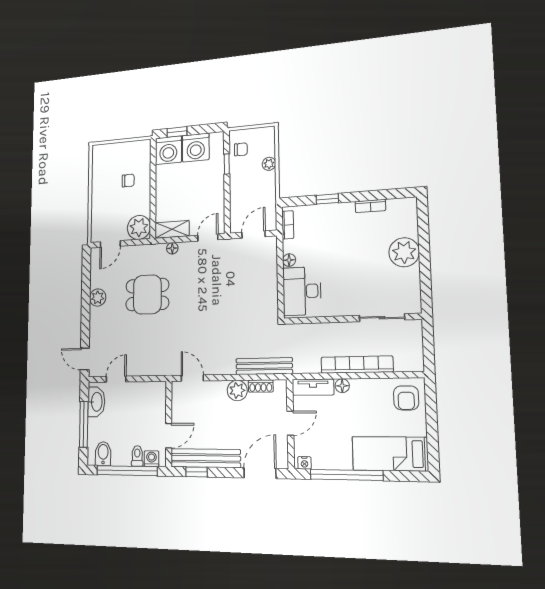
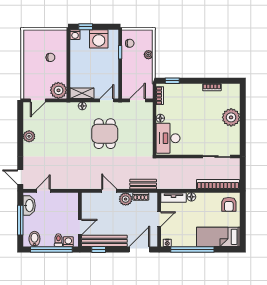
washing machine: (168, 150) -> (75, 35), width x0.53, depth x0.53
window: (327, 199) -> (172, 81), moved
dining table: (147, 295) -> (105, 134), moved, turned 90
bookcase: (357, 365) -> (218, 184), moved
bench: (264, 366) -> (143, 184), width x0.73
door: (192, 378) -> (109, 191), moved

